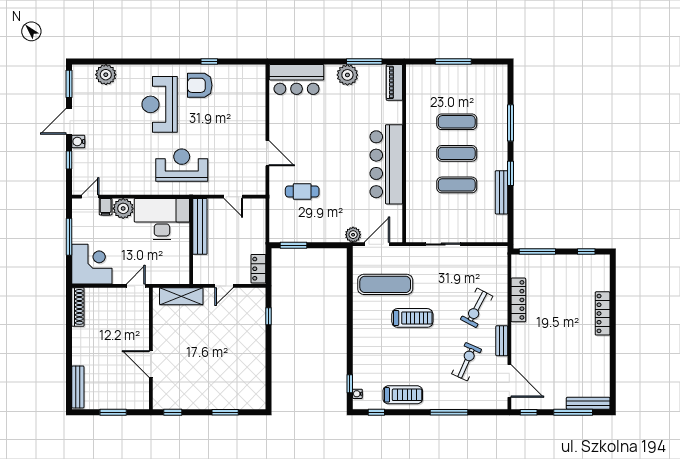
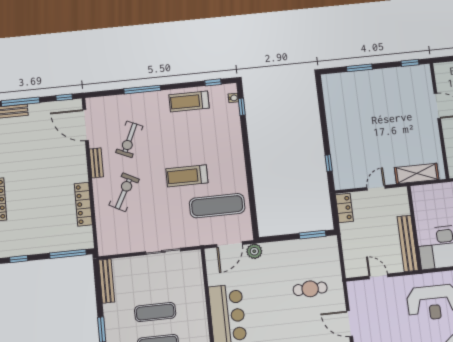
bench: (501, 192) -> (107, 281), moved

